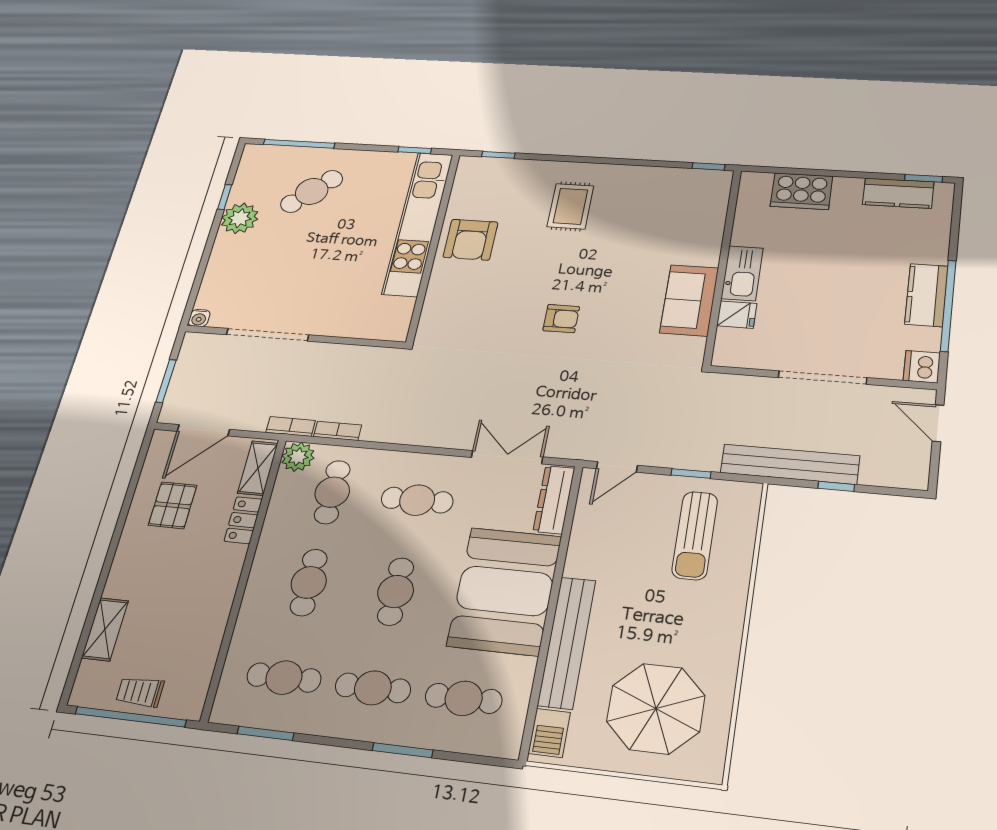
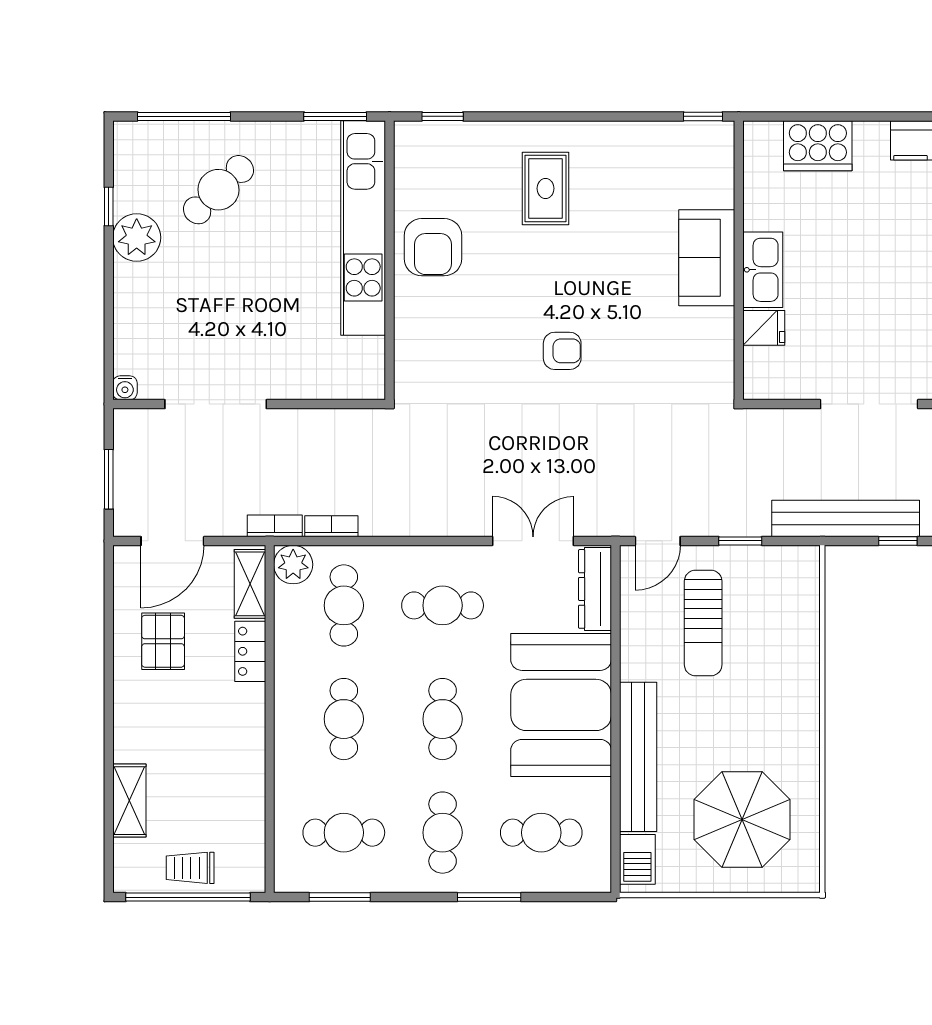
window: (415, 150) -> (335, 116), width x1.50
sofa: (689, 300) -> (707, 258), moved
sun lounger: (695, 535) -> (703, 623), moved
cafe table: (373, 688) -> (443, 833), turned 90

